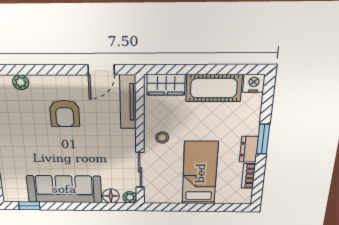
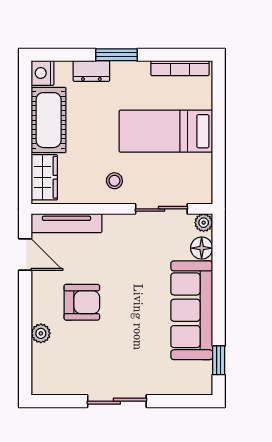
plant: (21, 82) -> (41, 333), moved
dresser: (249, 149) -> (91, 71), moved
bookcase: (248, 176) -> (180, 68), width x1.56

